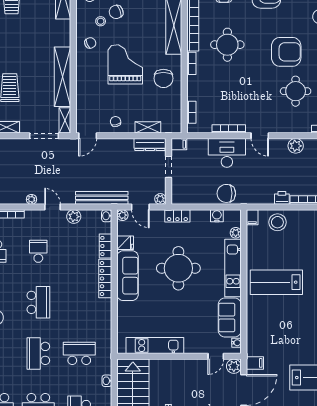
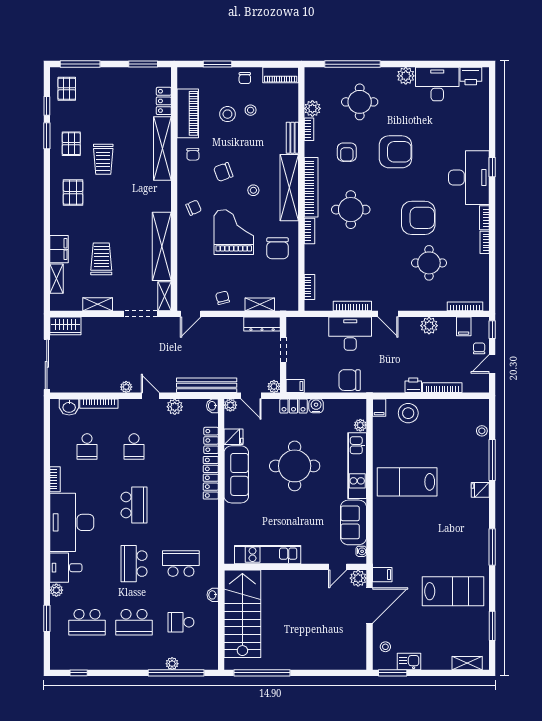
stool: (101, 21) -> (253, 190), moved
filing cabinet: (179, 144) -> (295, 386), moved
water cooler: (217, 216) -> (316, 406), moved
school desk: (38, 251) -> (134, 446), turned 180

